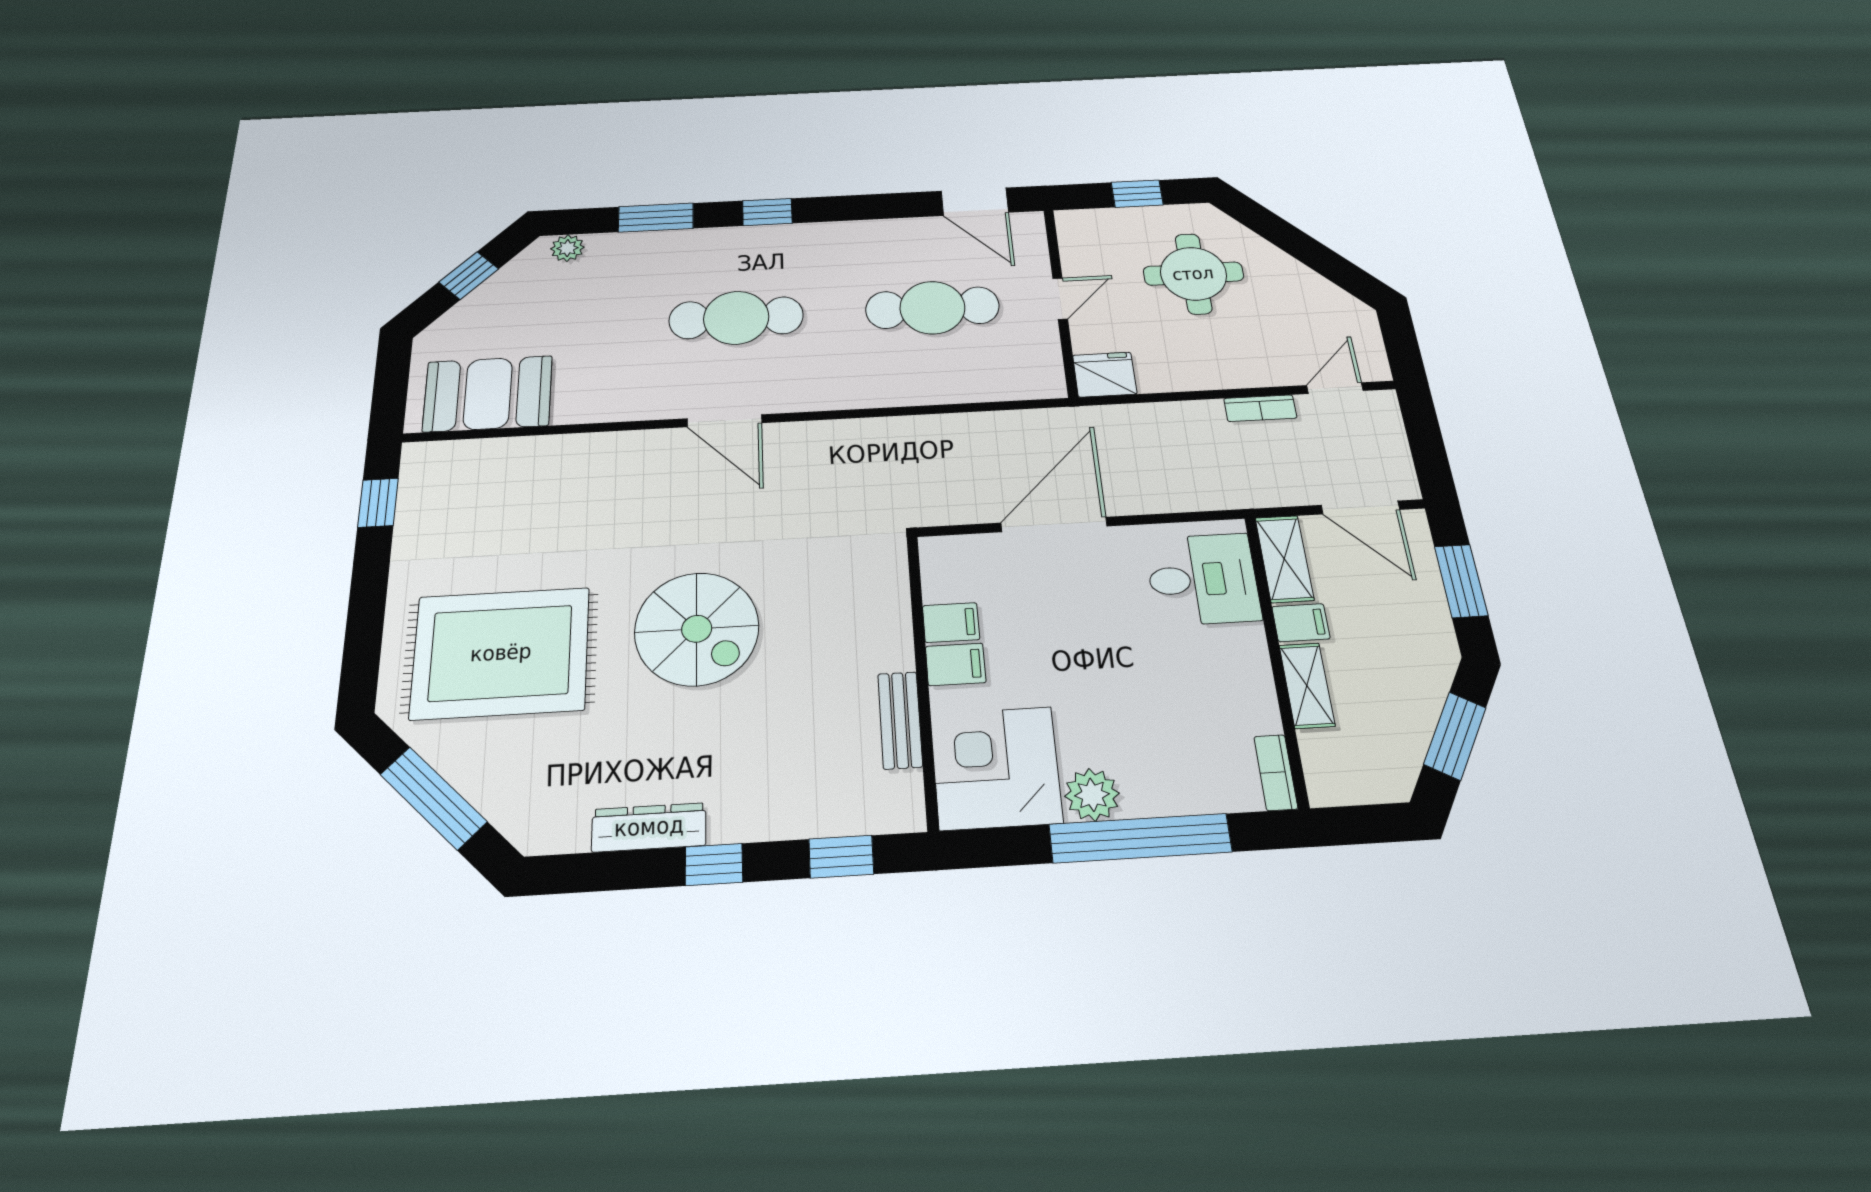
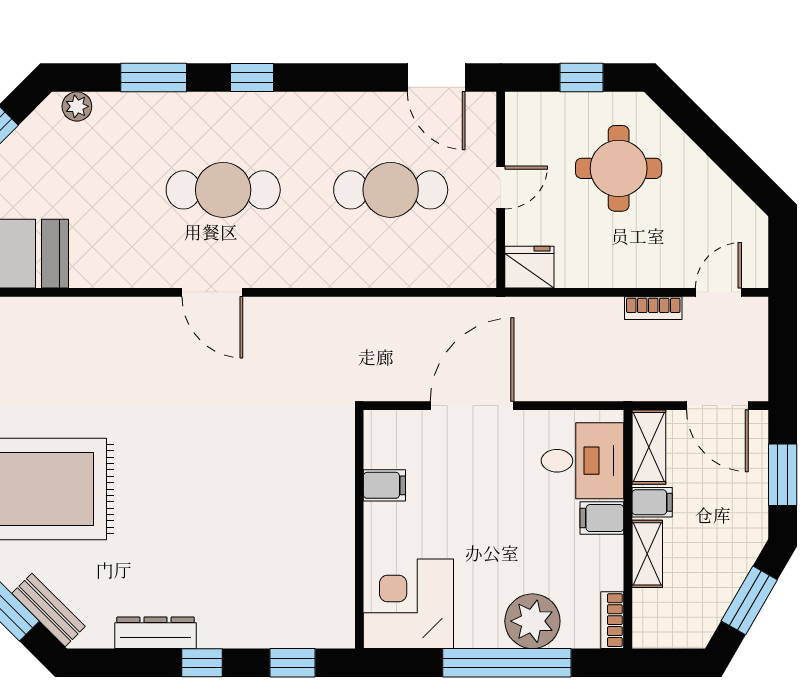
spiral stairs: (697, 629) -> (190, 478), removed
filing cabinet: (956, 664) -> (602, 518), moved, turned 180
bench: (900, 720) -> (49, 610), moved, turned -45
plant: (1092, 795) -> (532, 621), moved, width x1.36, depth x1.36

